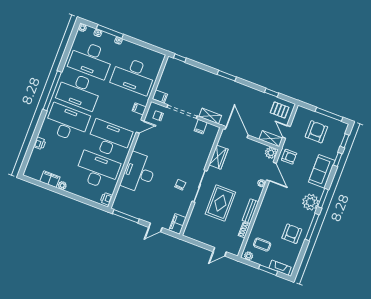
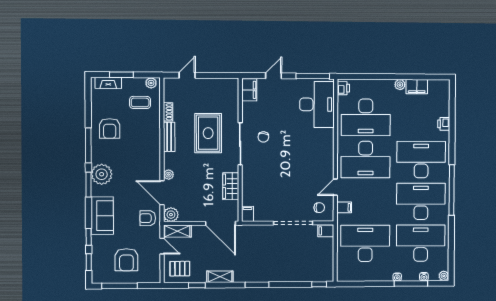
shelving: (210, 116) -> (220, 277), moved
desk: (67, 123) -> (421, 160), turned 180
filing cabinet: (201, 127) -> (247, 214), moved
desk: (139, 173) -> (317, 104), moved

